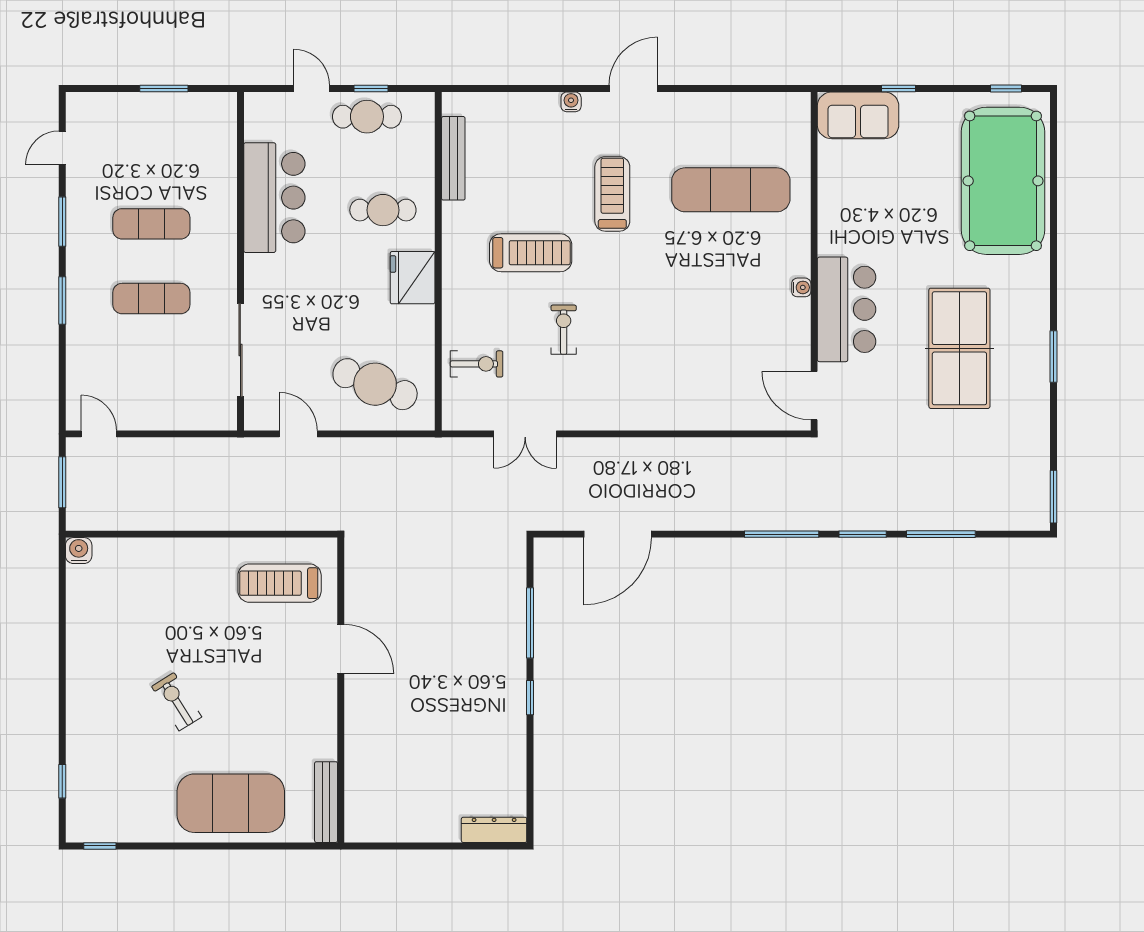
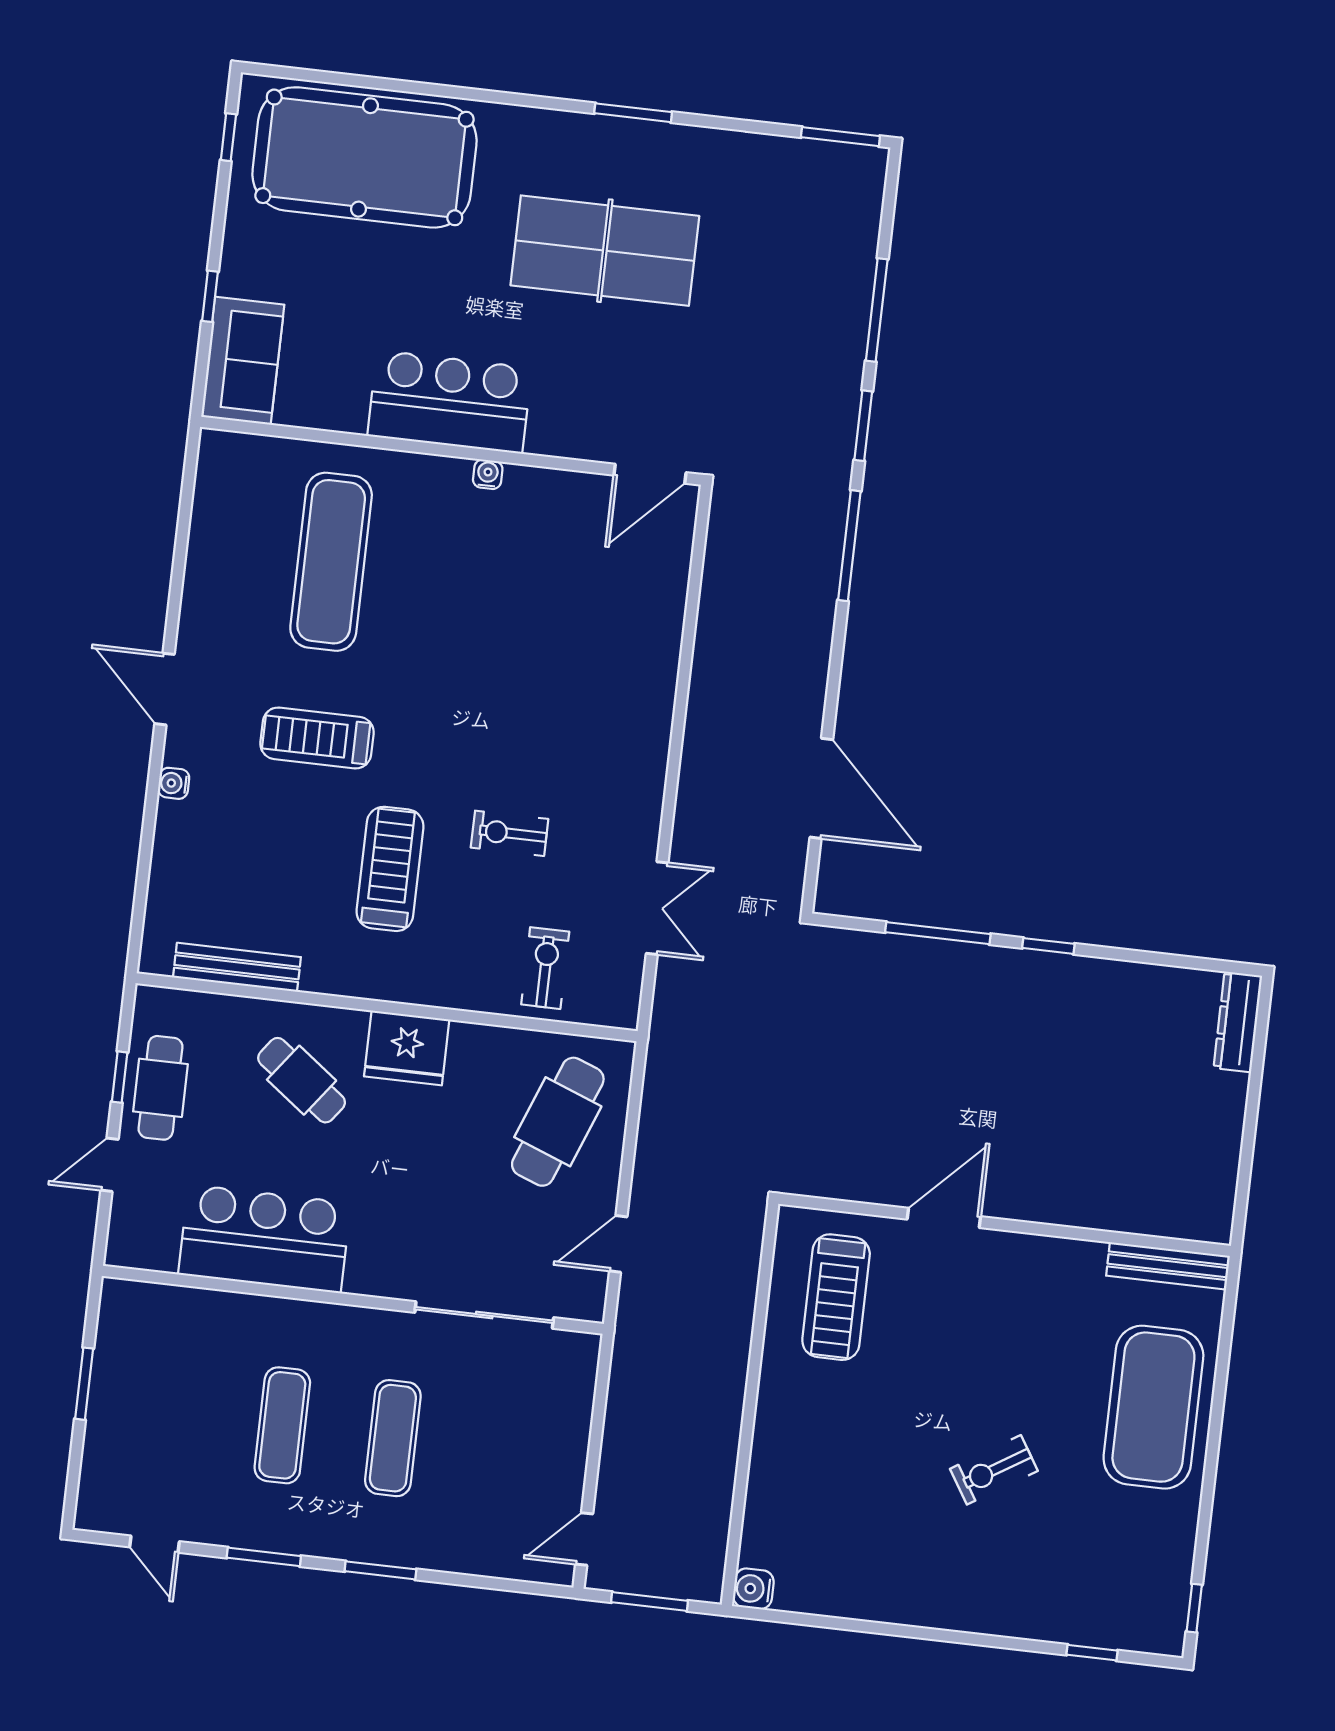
cafe table: (383, 210) -> (302, 1080), turned -53
bar counter: (847, 309) -> (450, 402), moved

